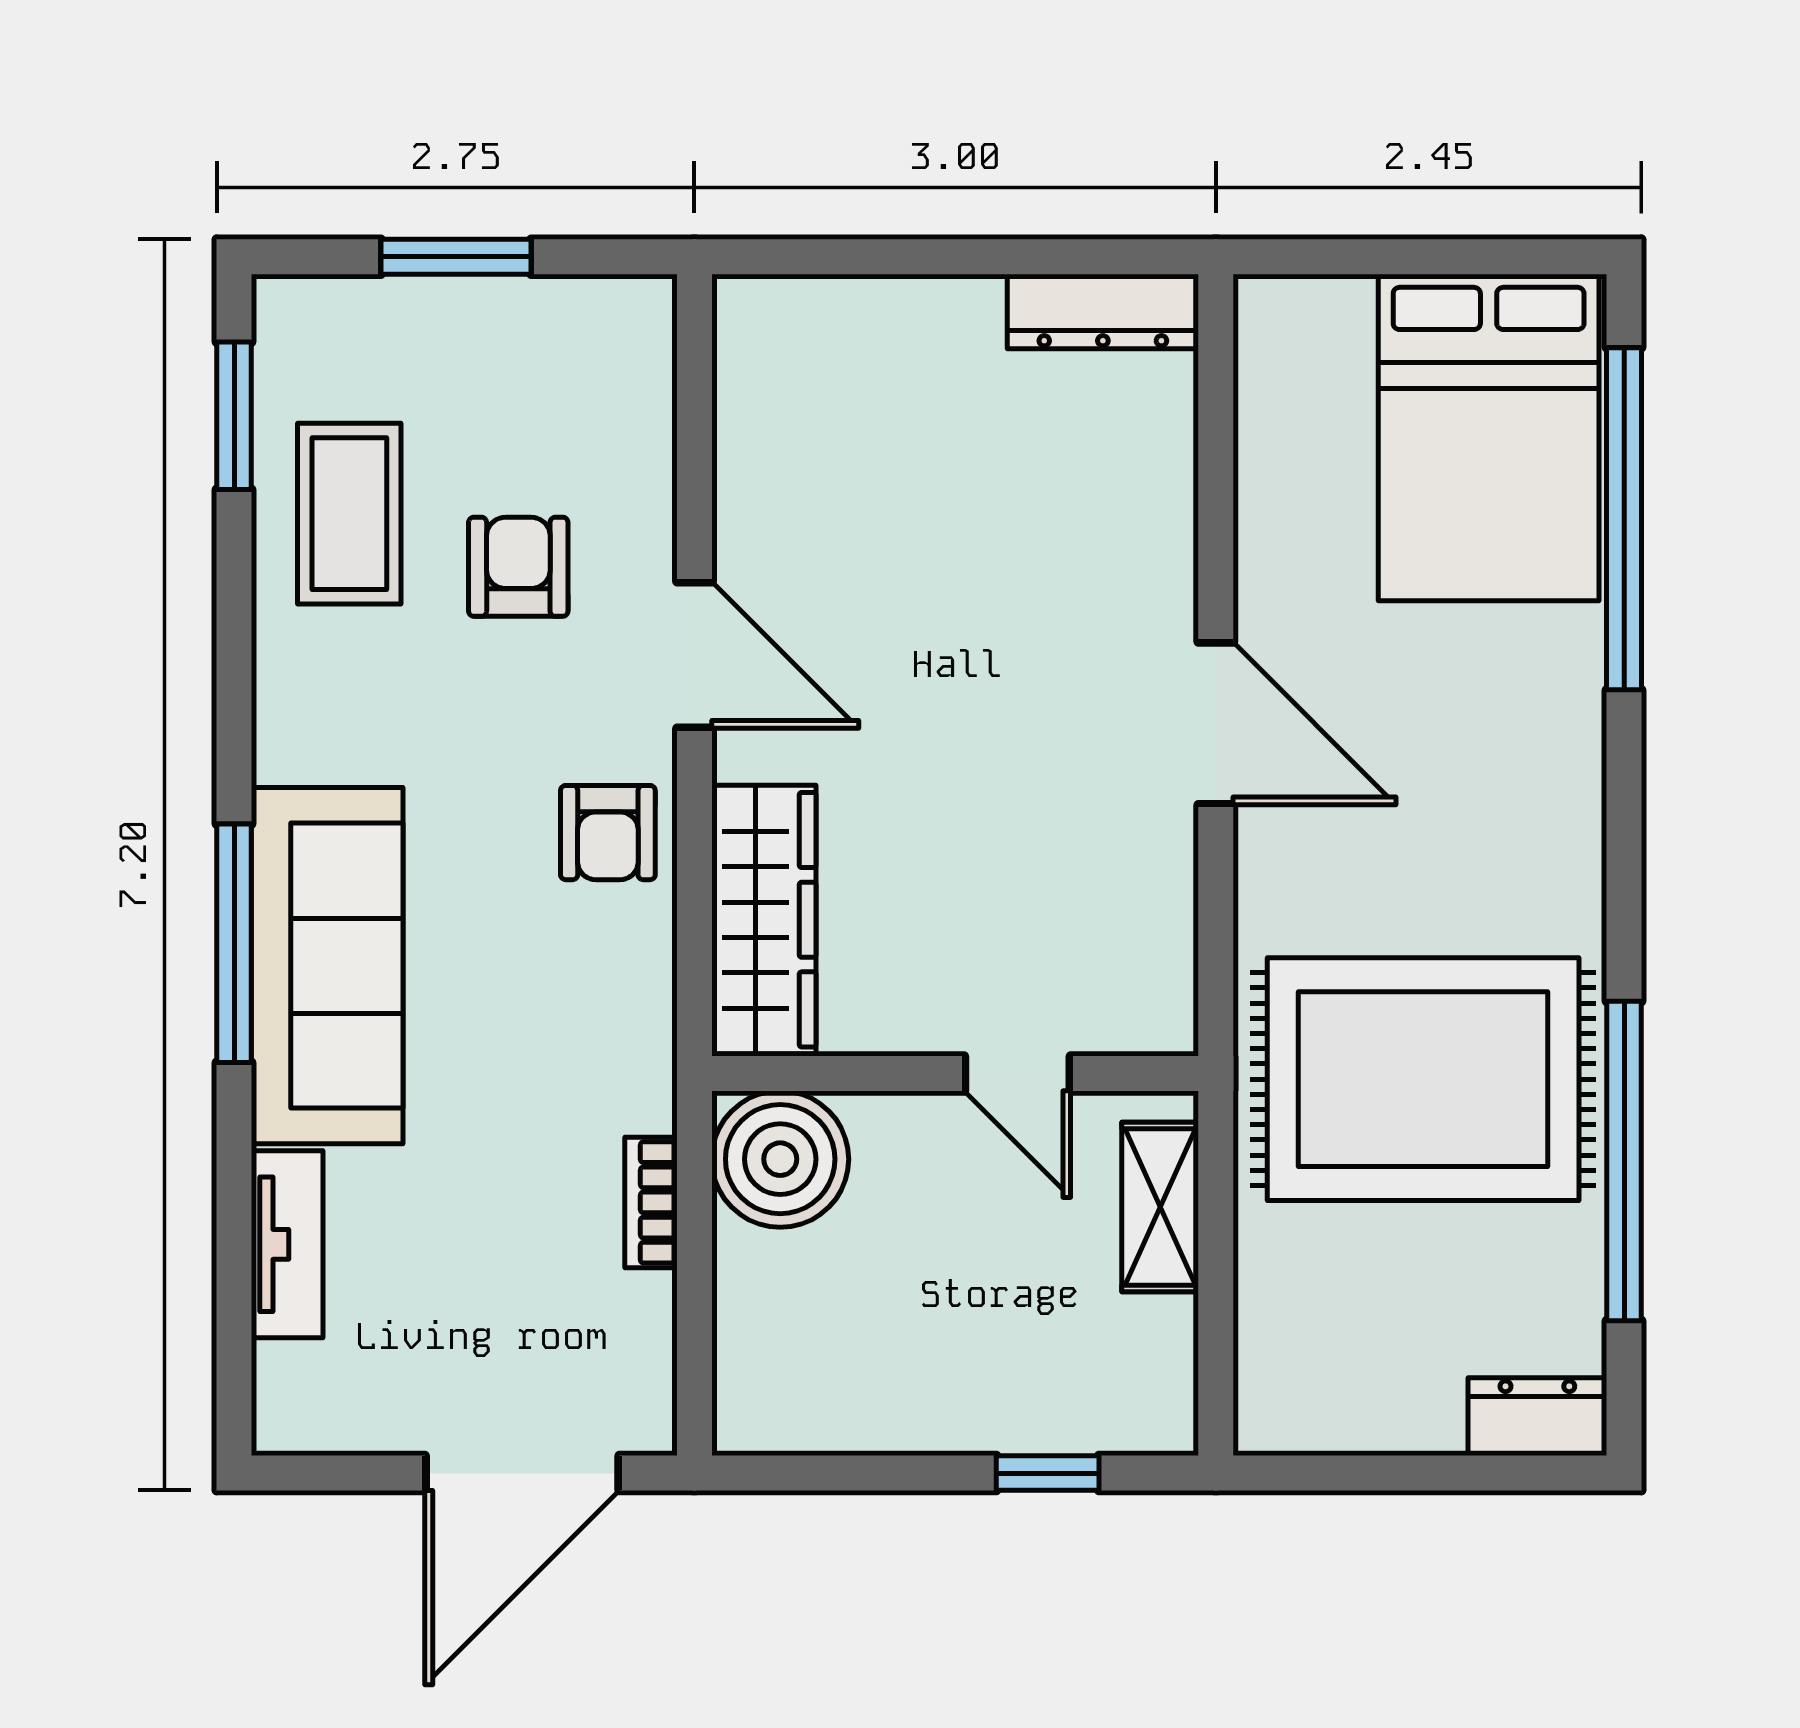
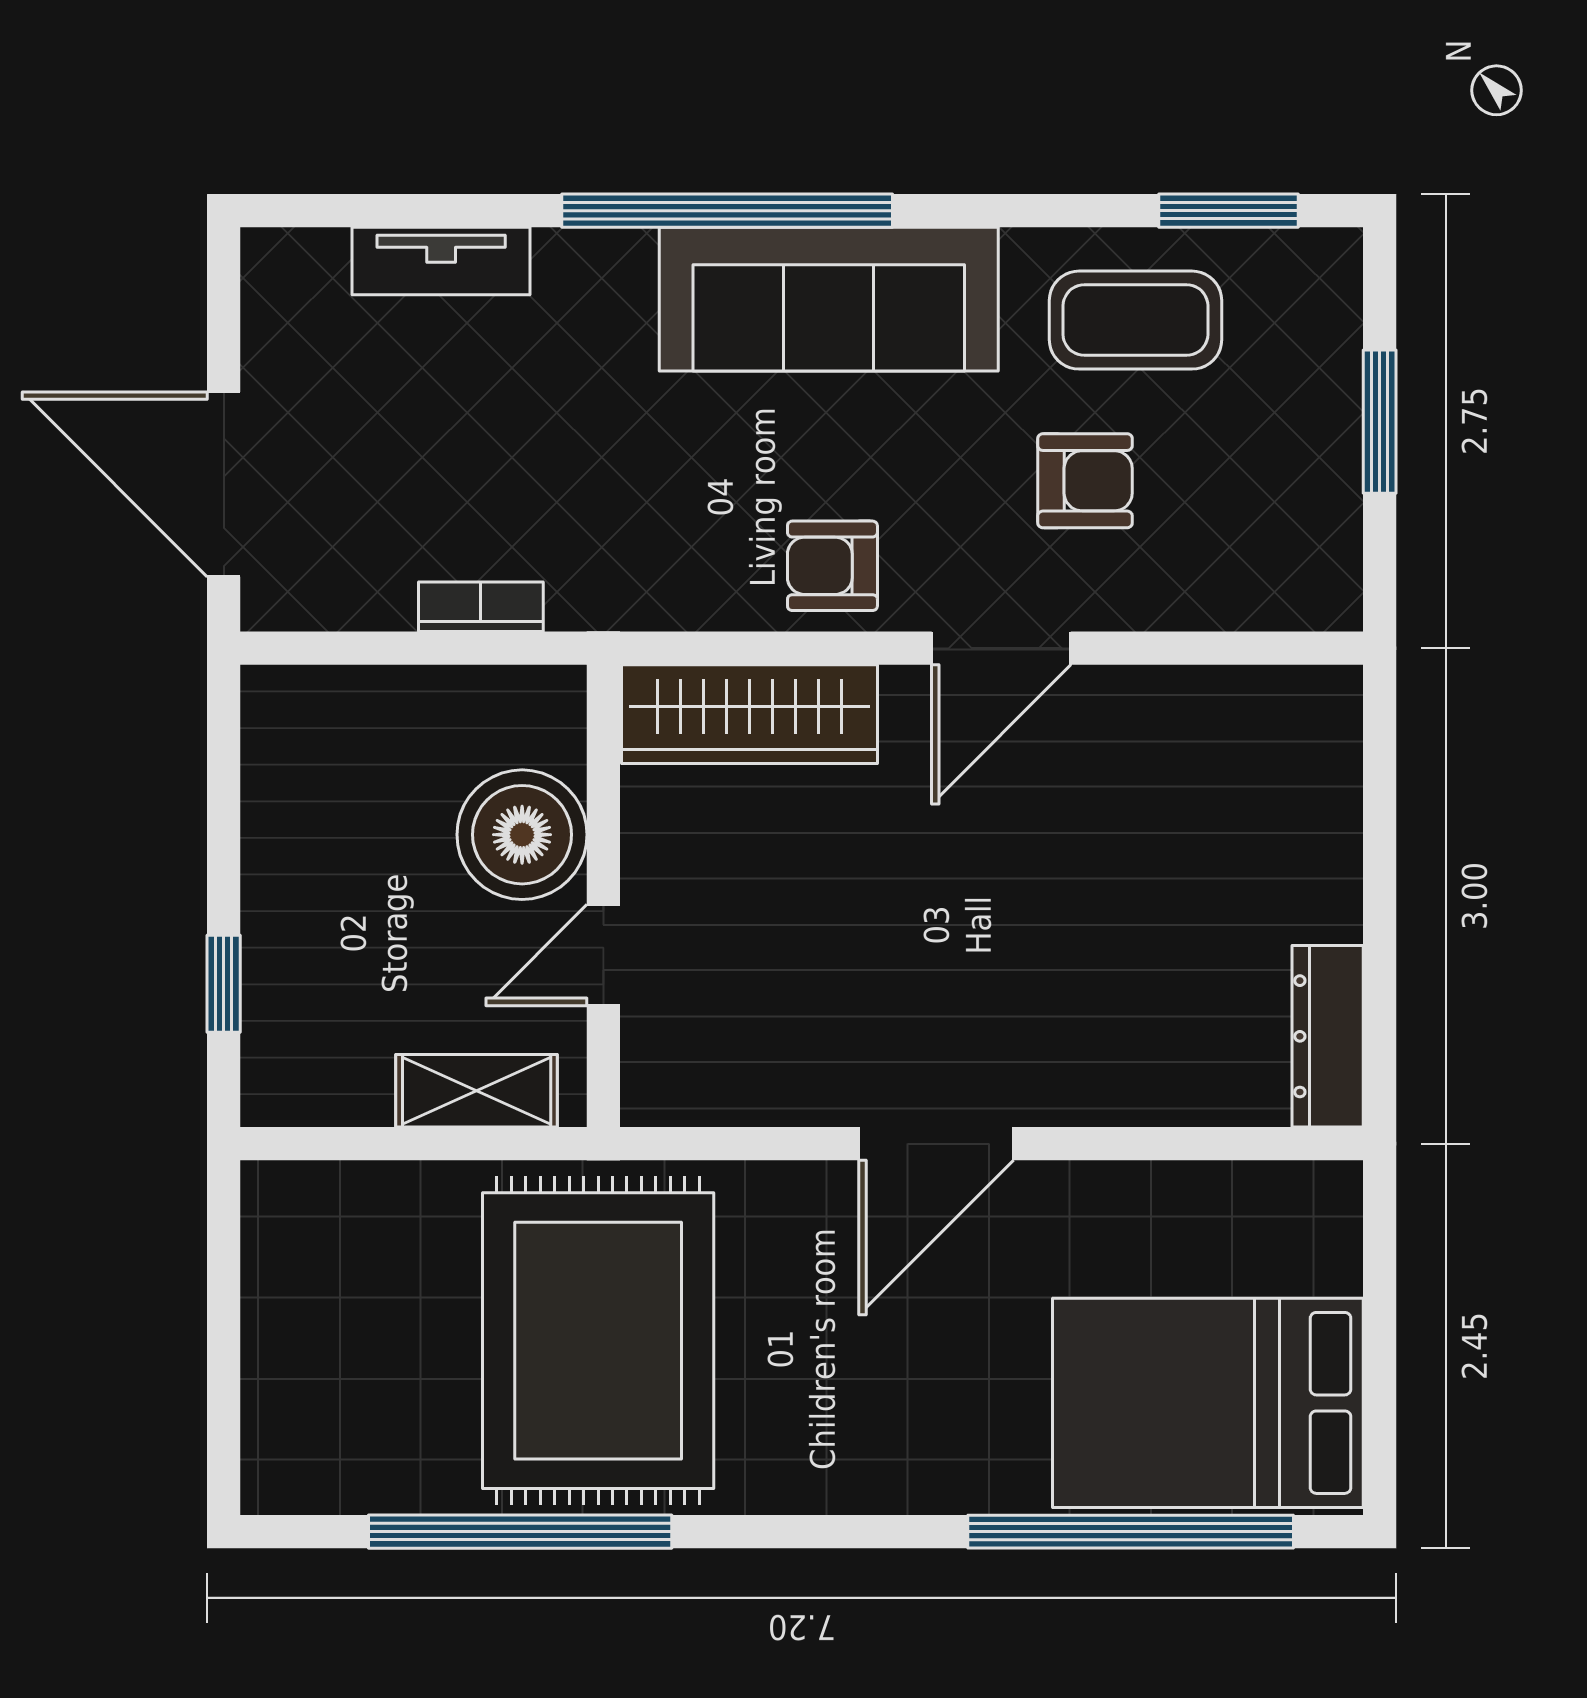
window: (234, 943) -> (727, 211), width x1.46
sofa: (327, 966) -> (829, 299), moved
boiler: (780, 1159) -> (522, 835), moved
dresser: (1537, 1417) -> (277, 1449), removed

